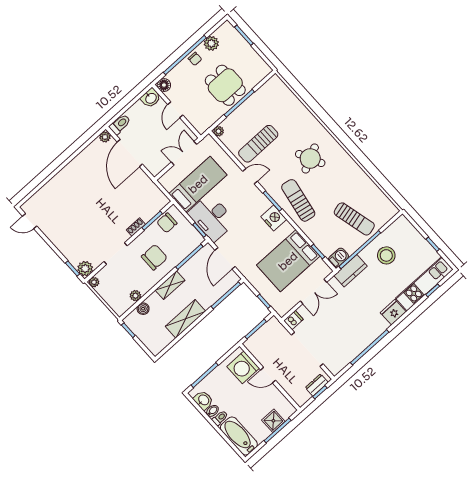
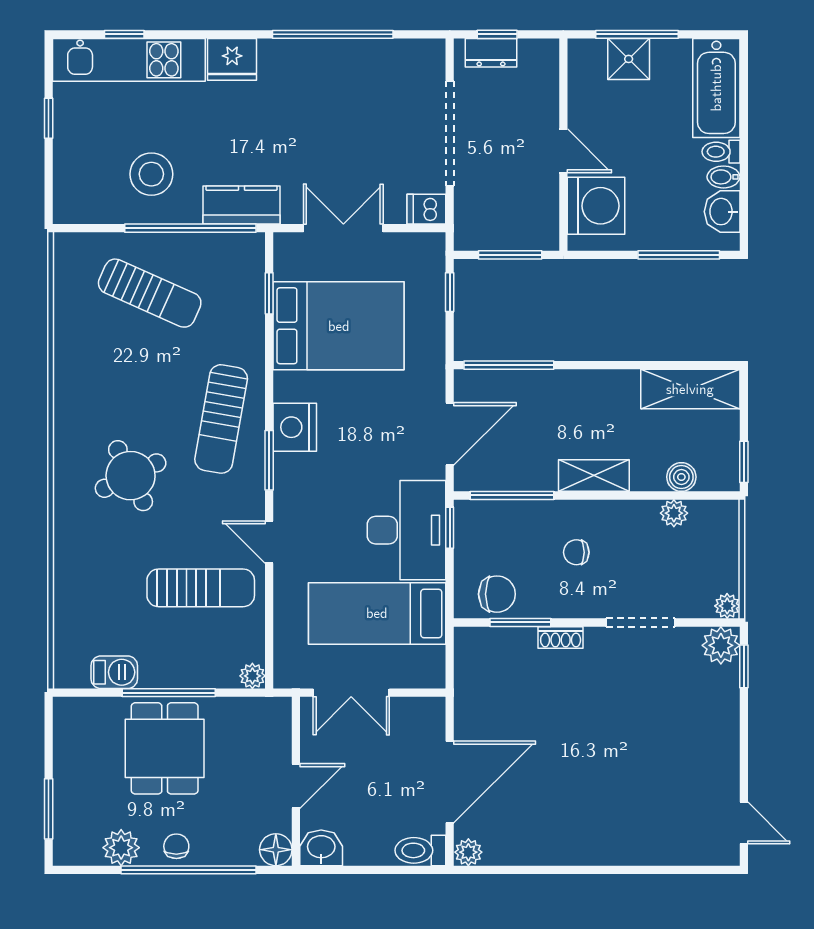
sun lounger: (354, 219) -> (150, 293), turned 128
chair: (154, 257) -> (576, 552), width x0.54, depth x0.54
barbecue: (338, 258) -> (114, 672), moved, turned 180
shelving: (185, 319) -> (690, 389), moved

